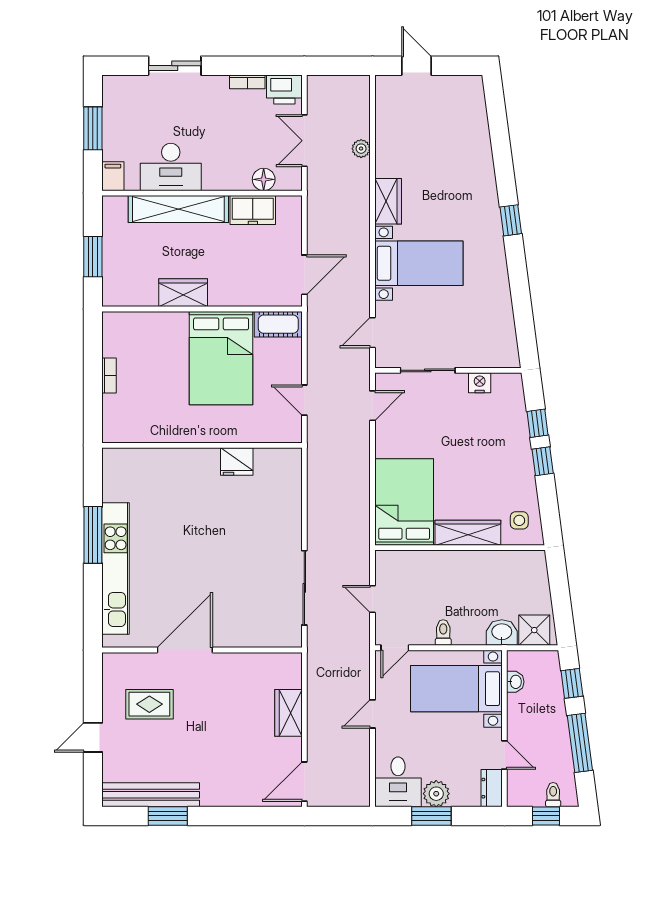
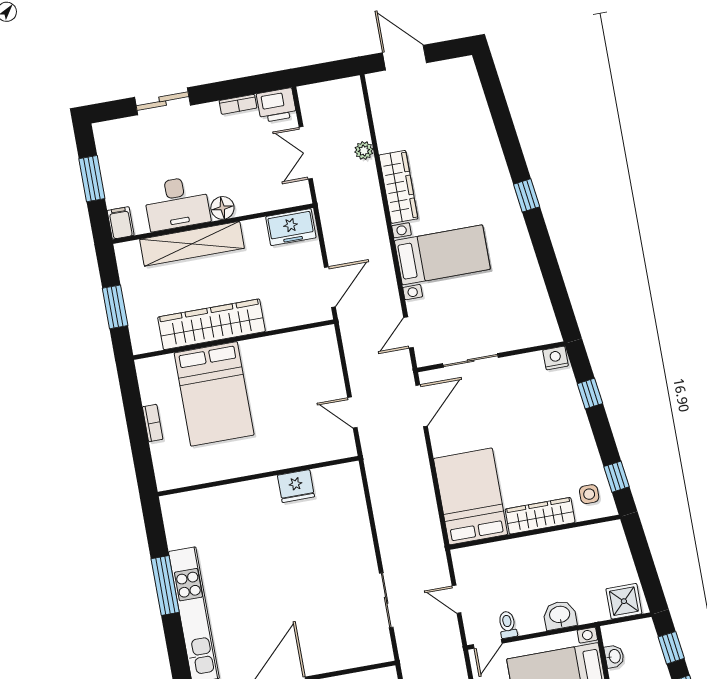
door: (416, 66) -> (404, 58), width x1.38
floor lamp: (264, 179) -> (222, 208), moved
wardrobe: (388, 201) -> (398, 187), width x1.50
freezer: (253, 210) -> (291, 227), moved
wardrobe: (183, 293) -> (211, 324), width x2.10, depth x1.17
cot: (278, 324) -> (313, 341), removed
bed: (221, 358) -> (214, 394), moved
nightstand: (480, 383) -> (556, 358), moved
door: (373, 406) -> (422, 406), width x1.38
window: (543, 461) -> (617, 477), moved
sliding door: (304, 588) -> (386, 600), width x0.73
washbasin: (502, 632) -> (560, 615), moved
toilet: (443, 633) -> (508, 625), moved

